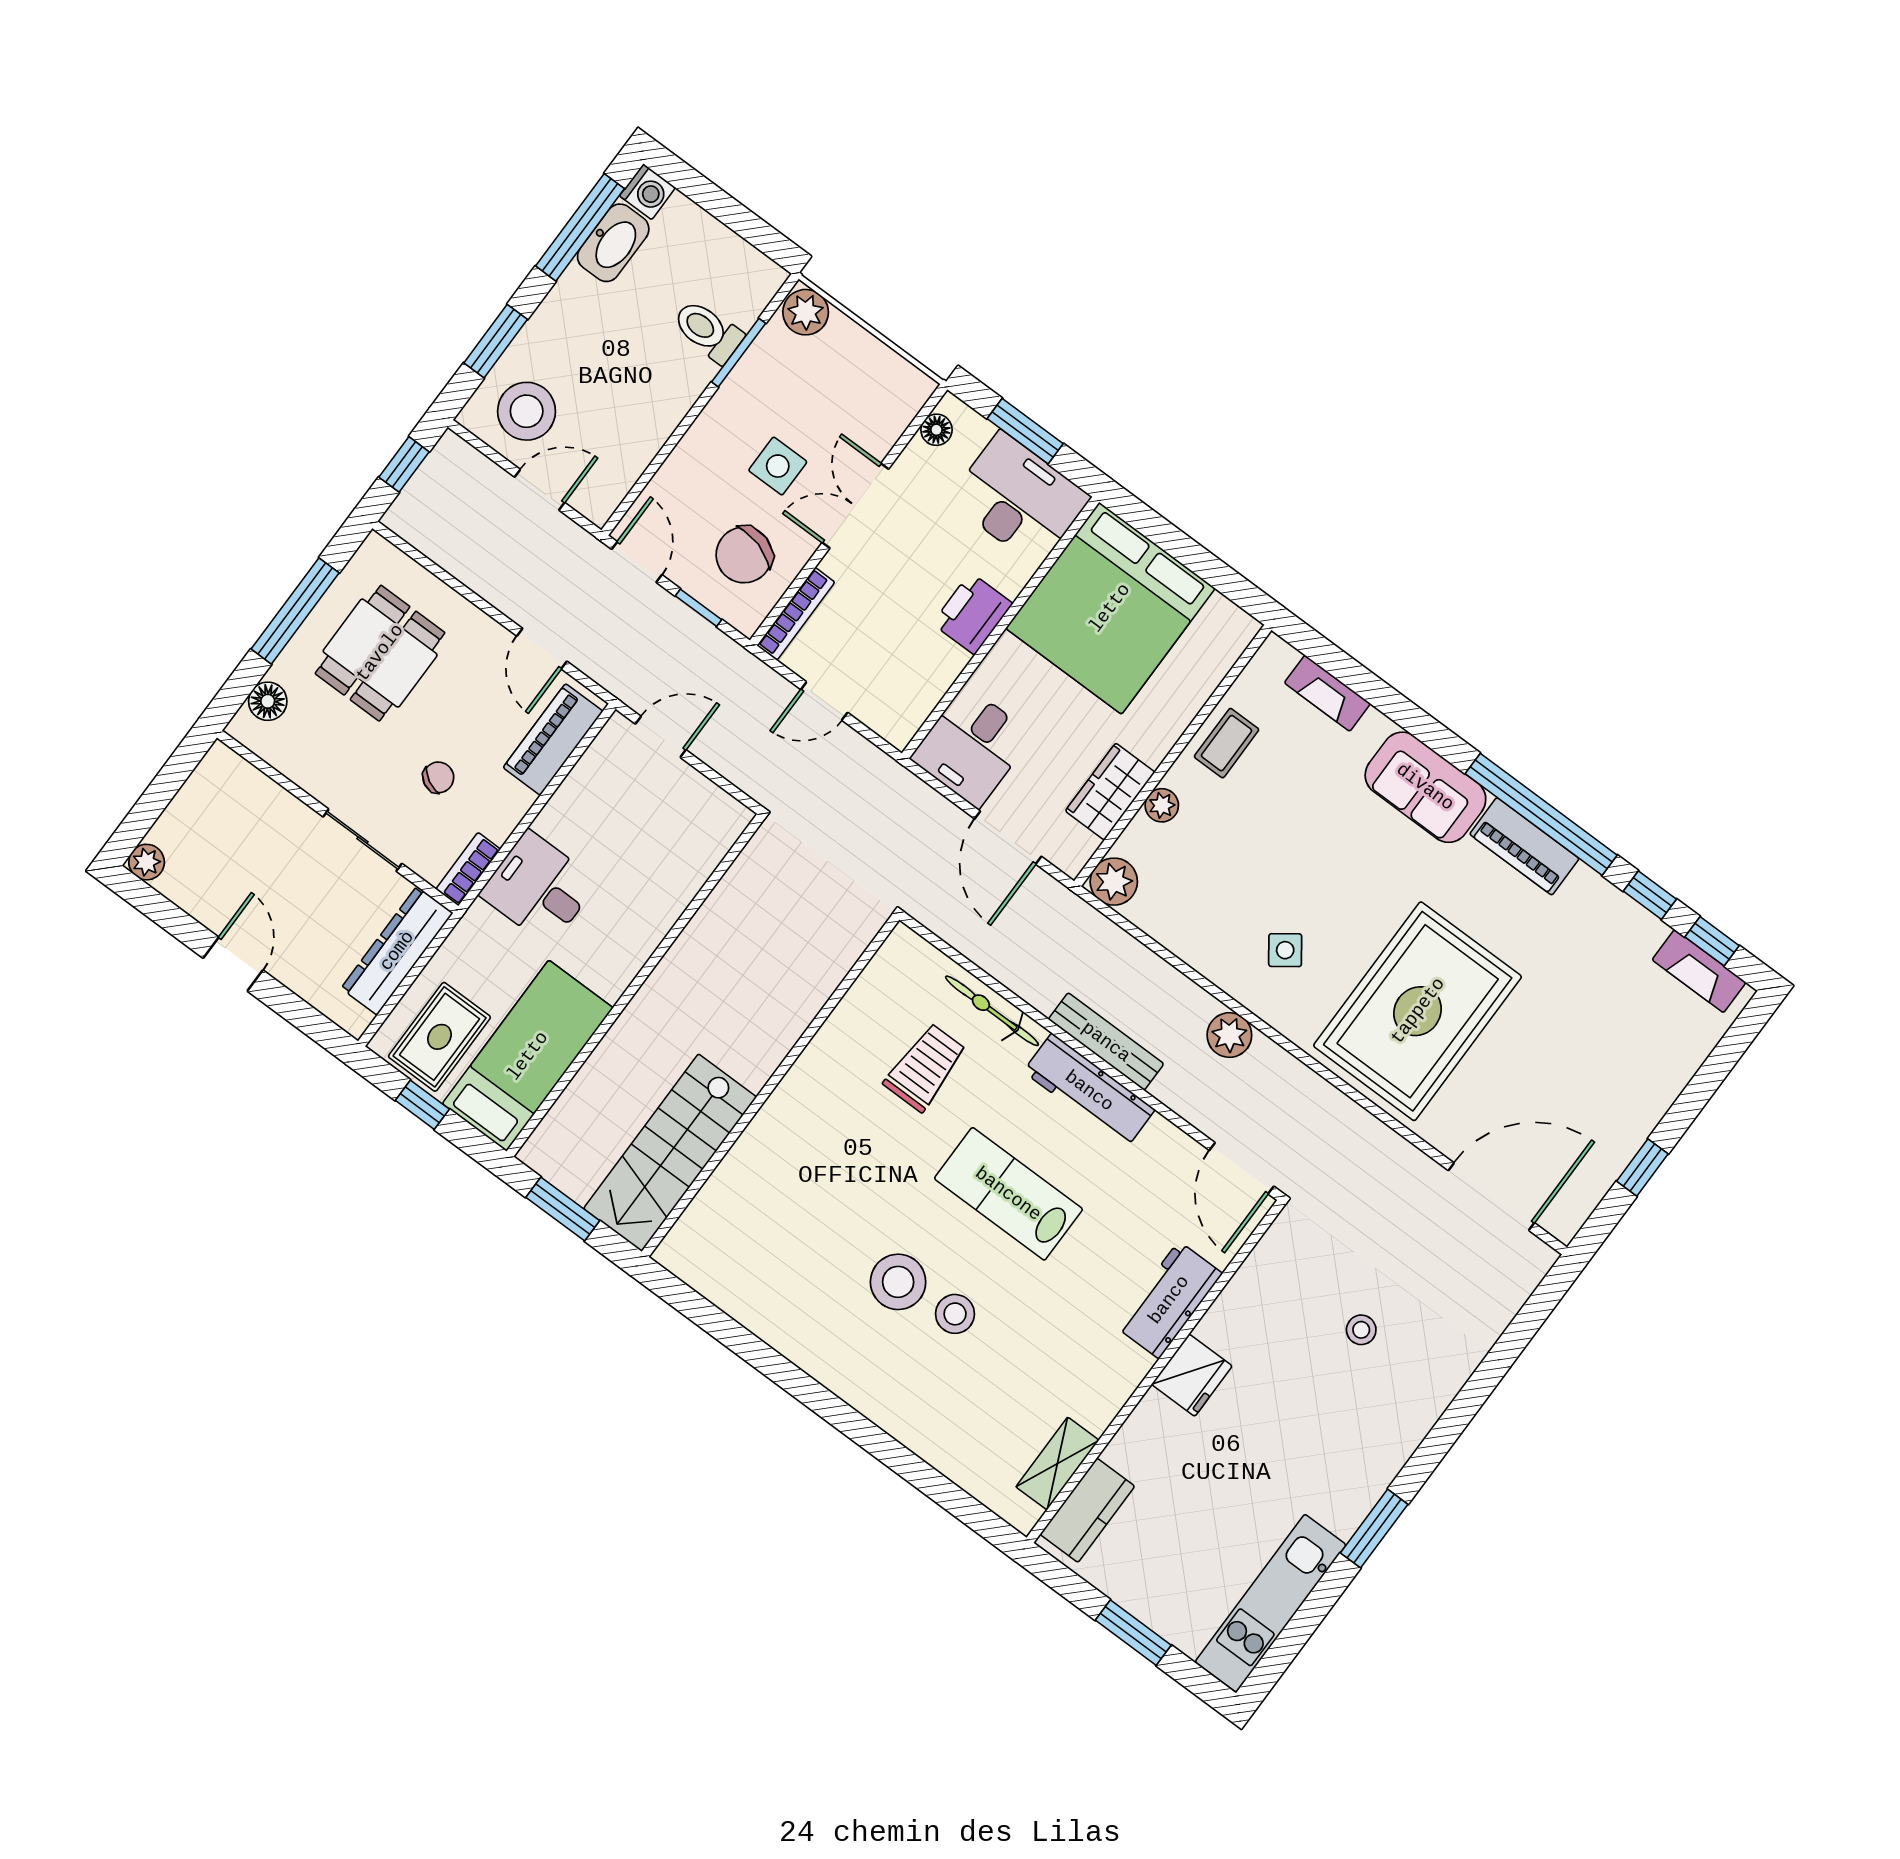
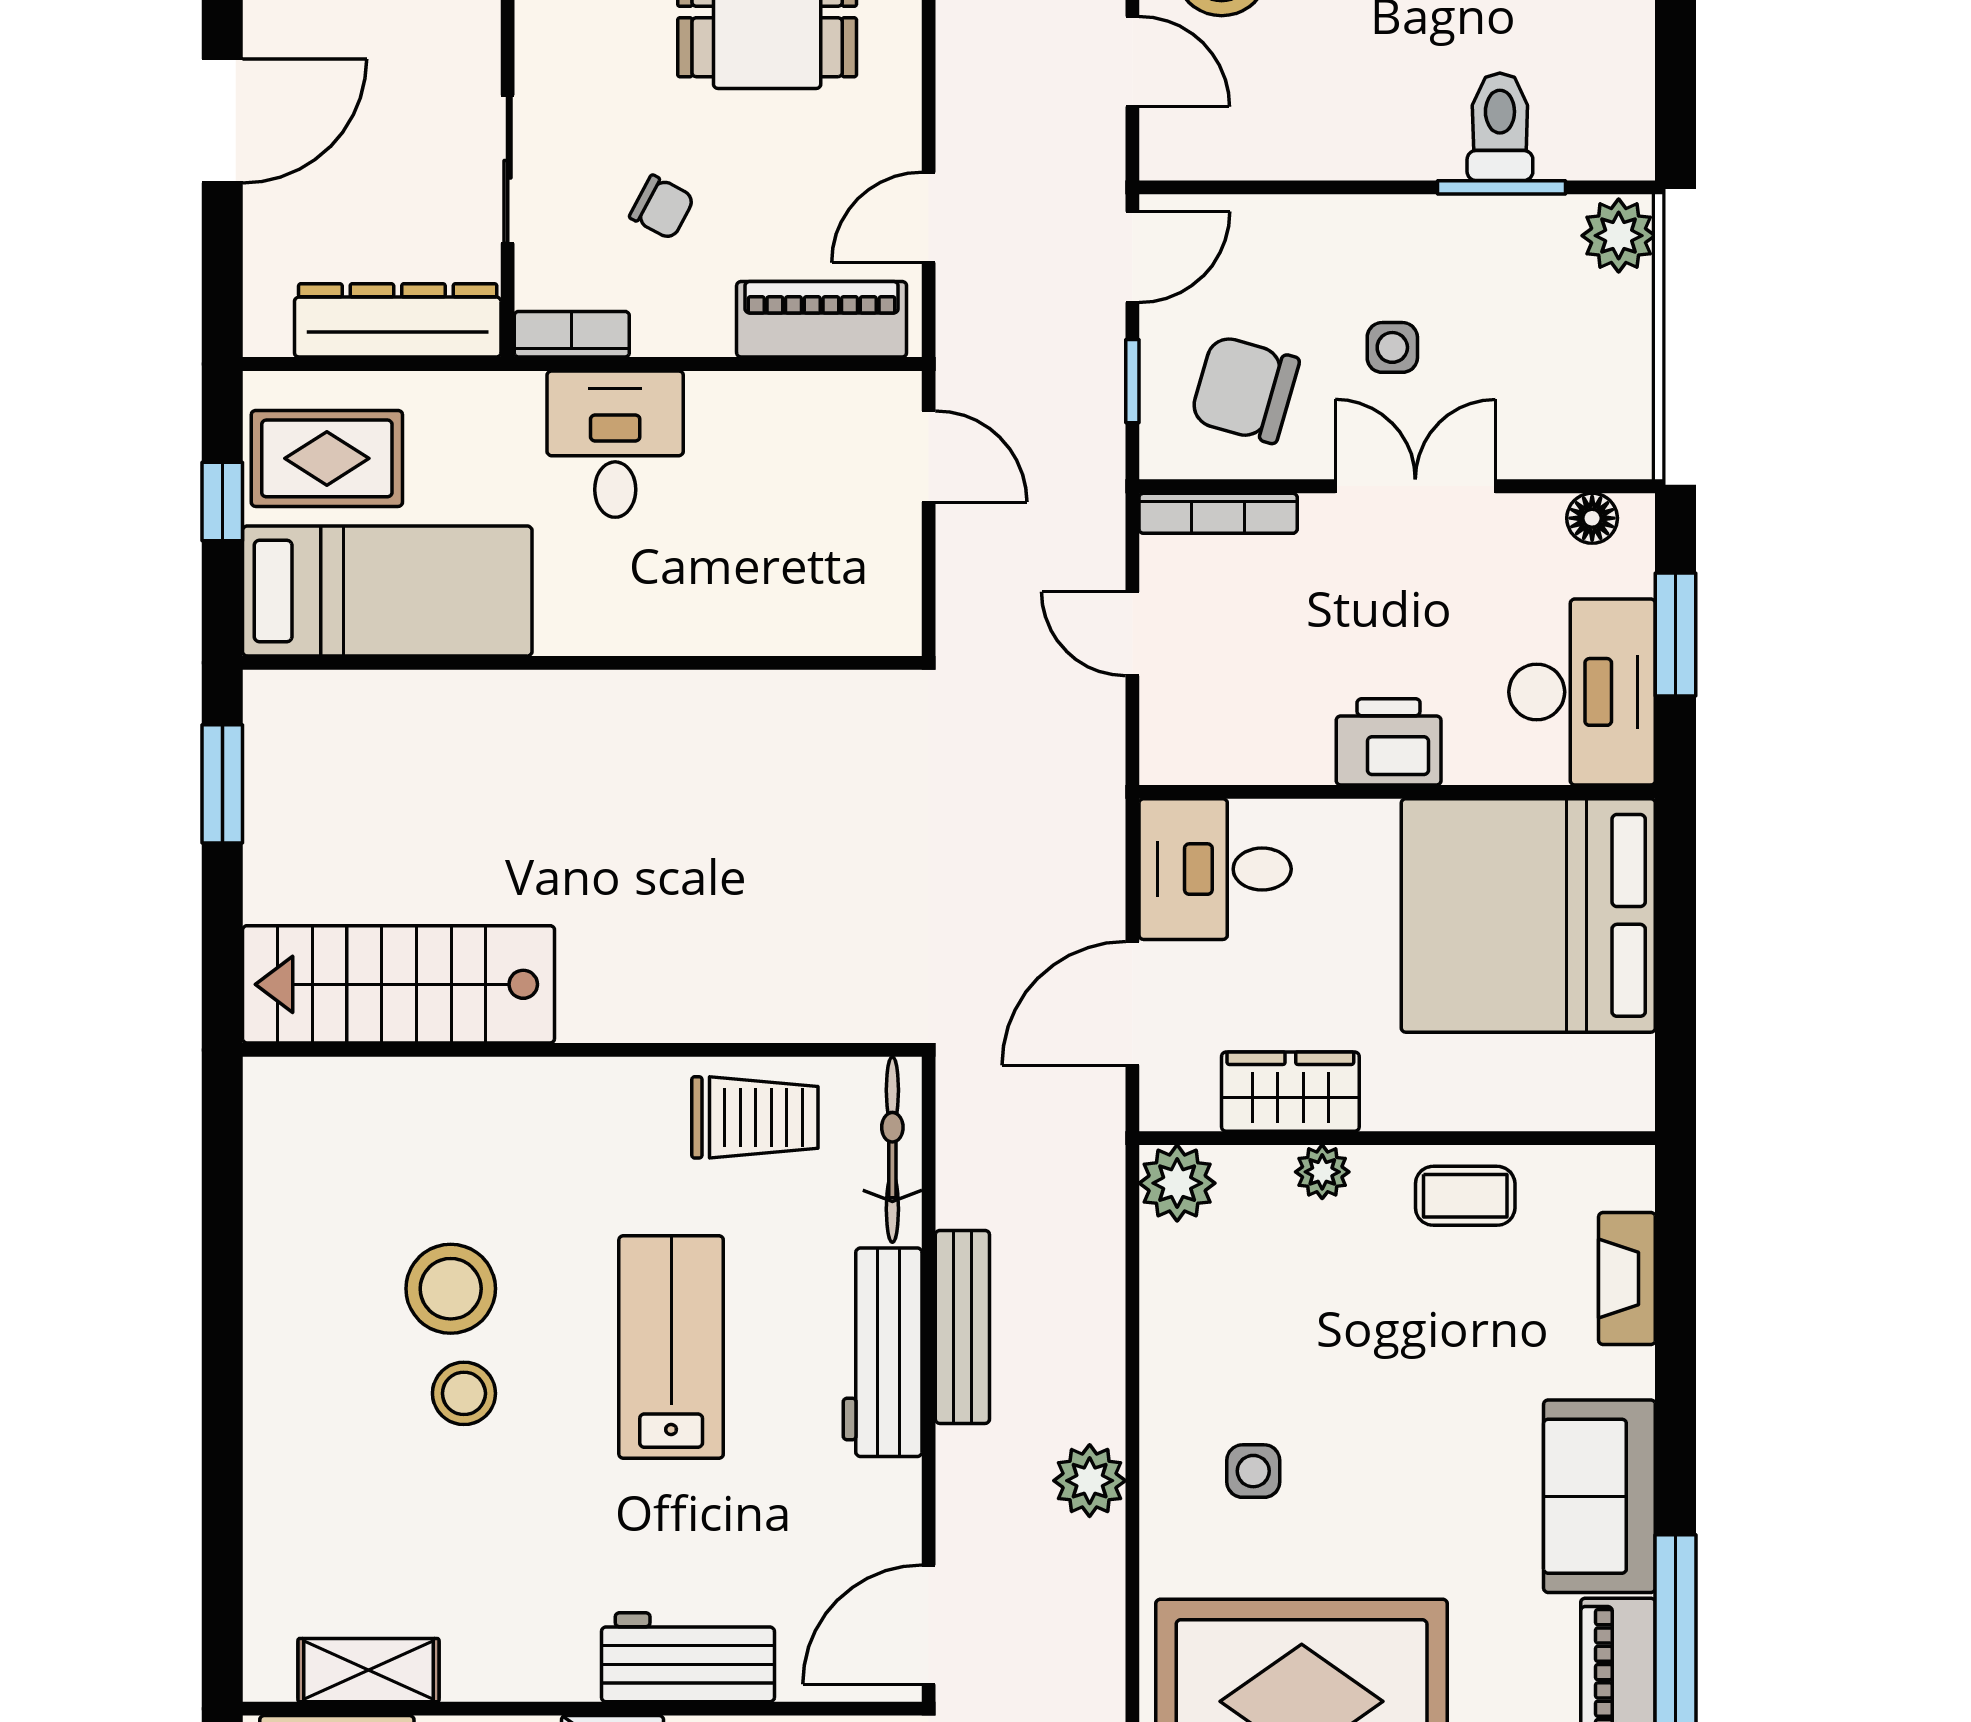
side table: (778, 466) -> (1392, 347), width x0.73, depth x0.73
side table: (1285, 950) -> (1253, 1471), turned 36
door: (233, 964) -> (222, 121), width x1.38
wall: (770, 1086) -> (582, 1050), moved
stairs: (670, 1153) -> (399, 984), moved

